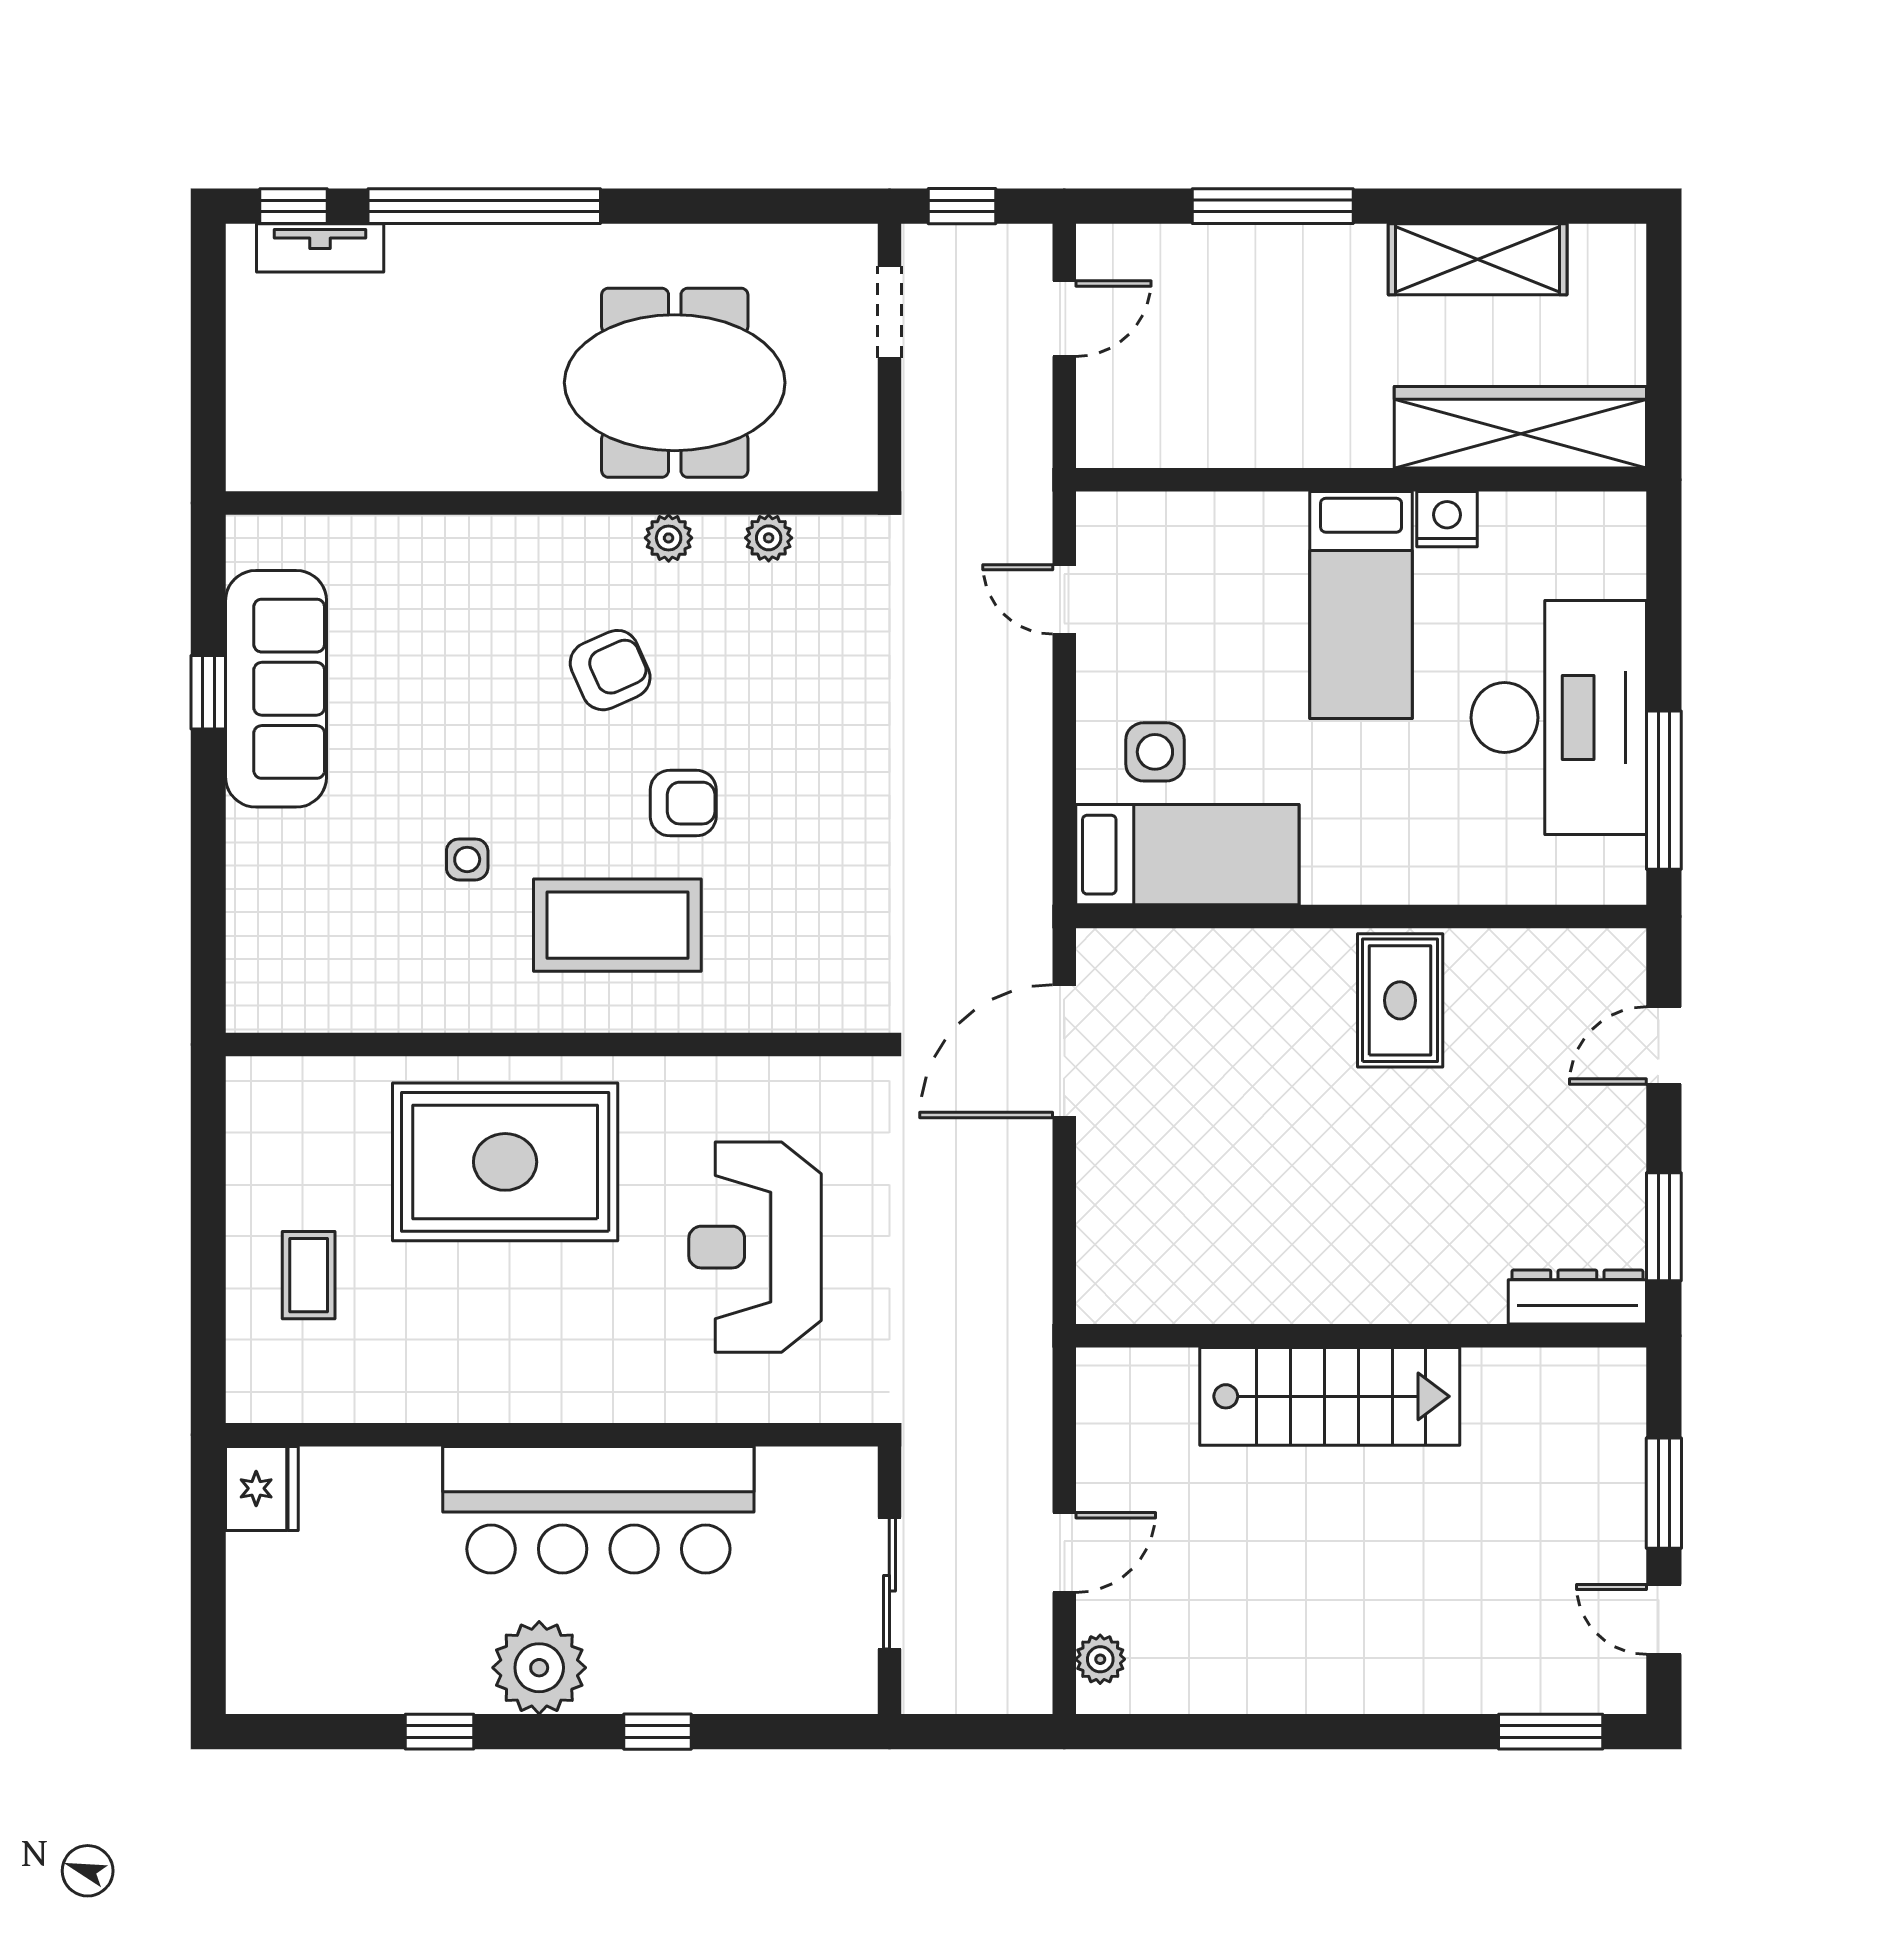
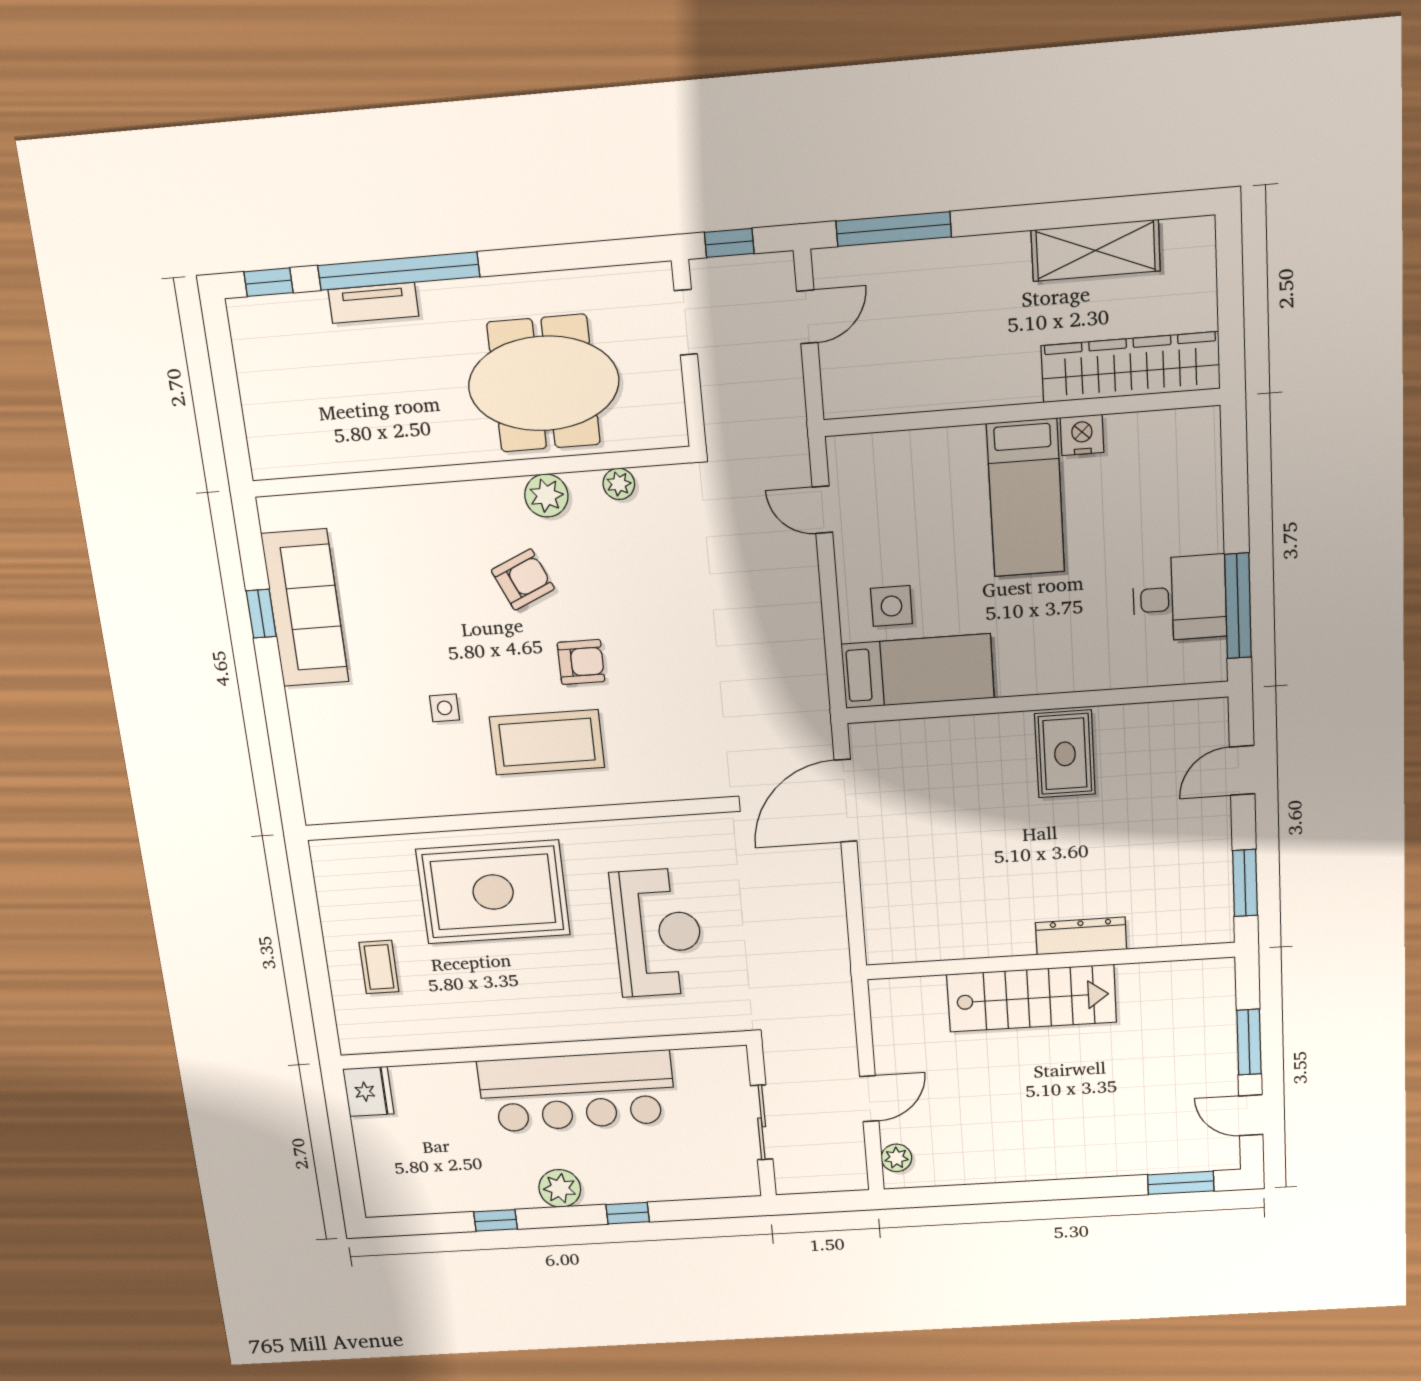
window: (1273, 206) -> (894, 229), moved
tv unit: (320, 248) -> (373, 303), moved
plant: (669, 538) -> (546, 496), width x1.38, depth x1.38
desk: (1559, 718) -> (1180, 598), width x0.53, depth x0.77
reception desk: (755, 1247) -> (658, 933), turned 180
dresser: (1577, 1297) -> (1081, 936), moved
plant: (539, 1668) -> (560, 1188), width x0.73, depth x0.73

